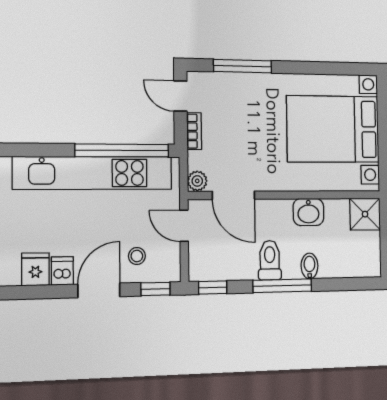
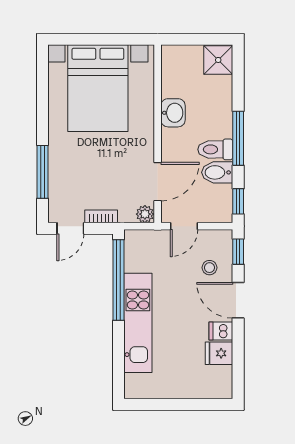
kitchen unit: (93, 173) -> (138, 323), width x0.73
shower: (365, 214) -> (218, 60), moved
bidet: (309, 266) -> (217, 172), moved, width x1.38, depth x1.36

